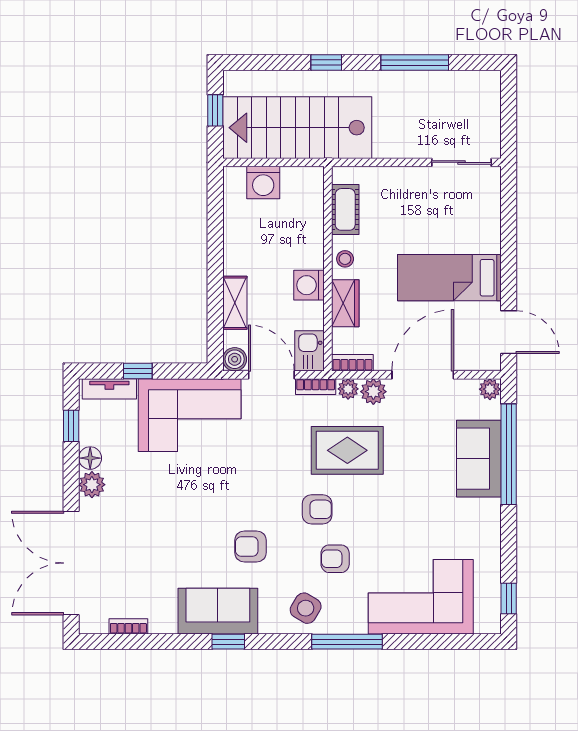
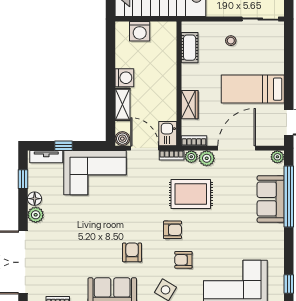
stool: (345, 259) -> (231, 41), moved
washing machine: (309, 285) -> (124, 78), moved, turned 180
armchair: (251, 546) -> (132, 252), turned 90

